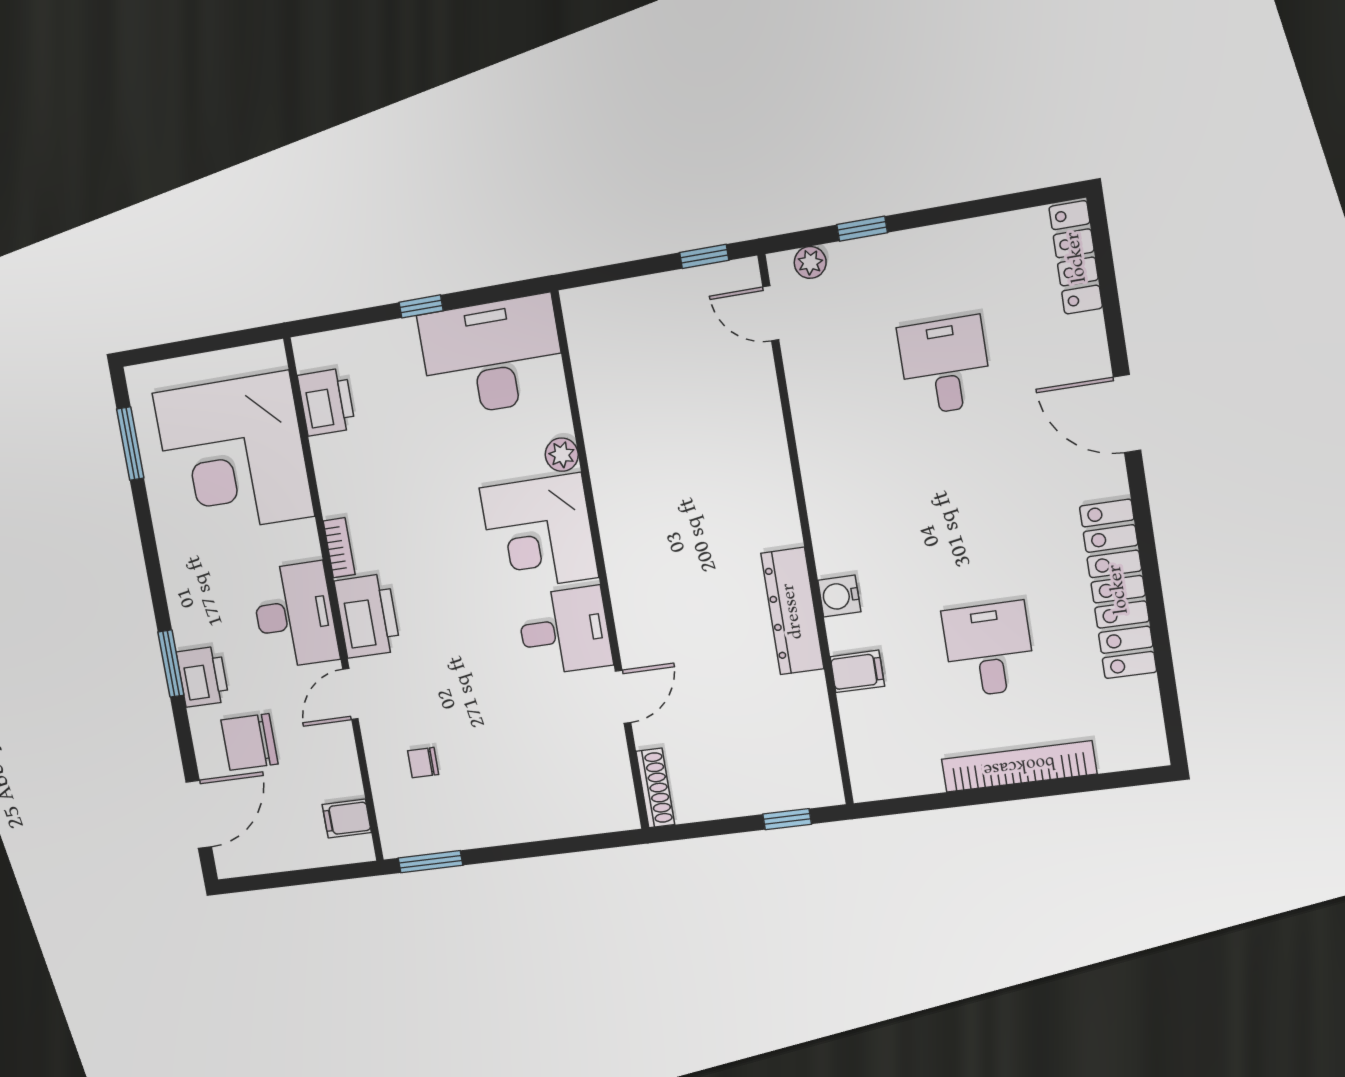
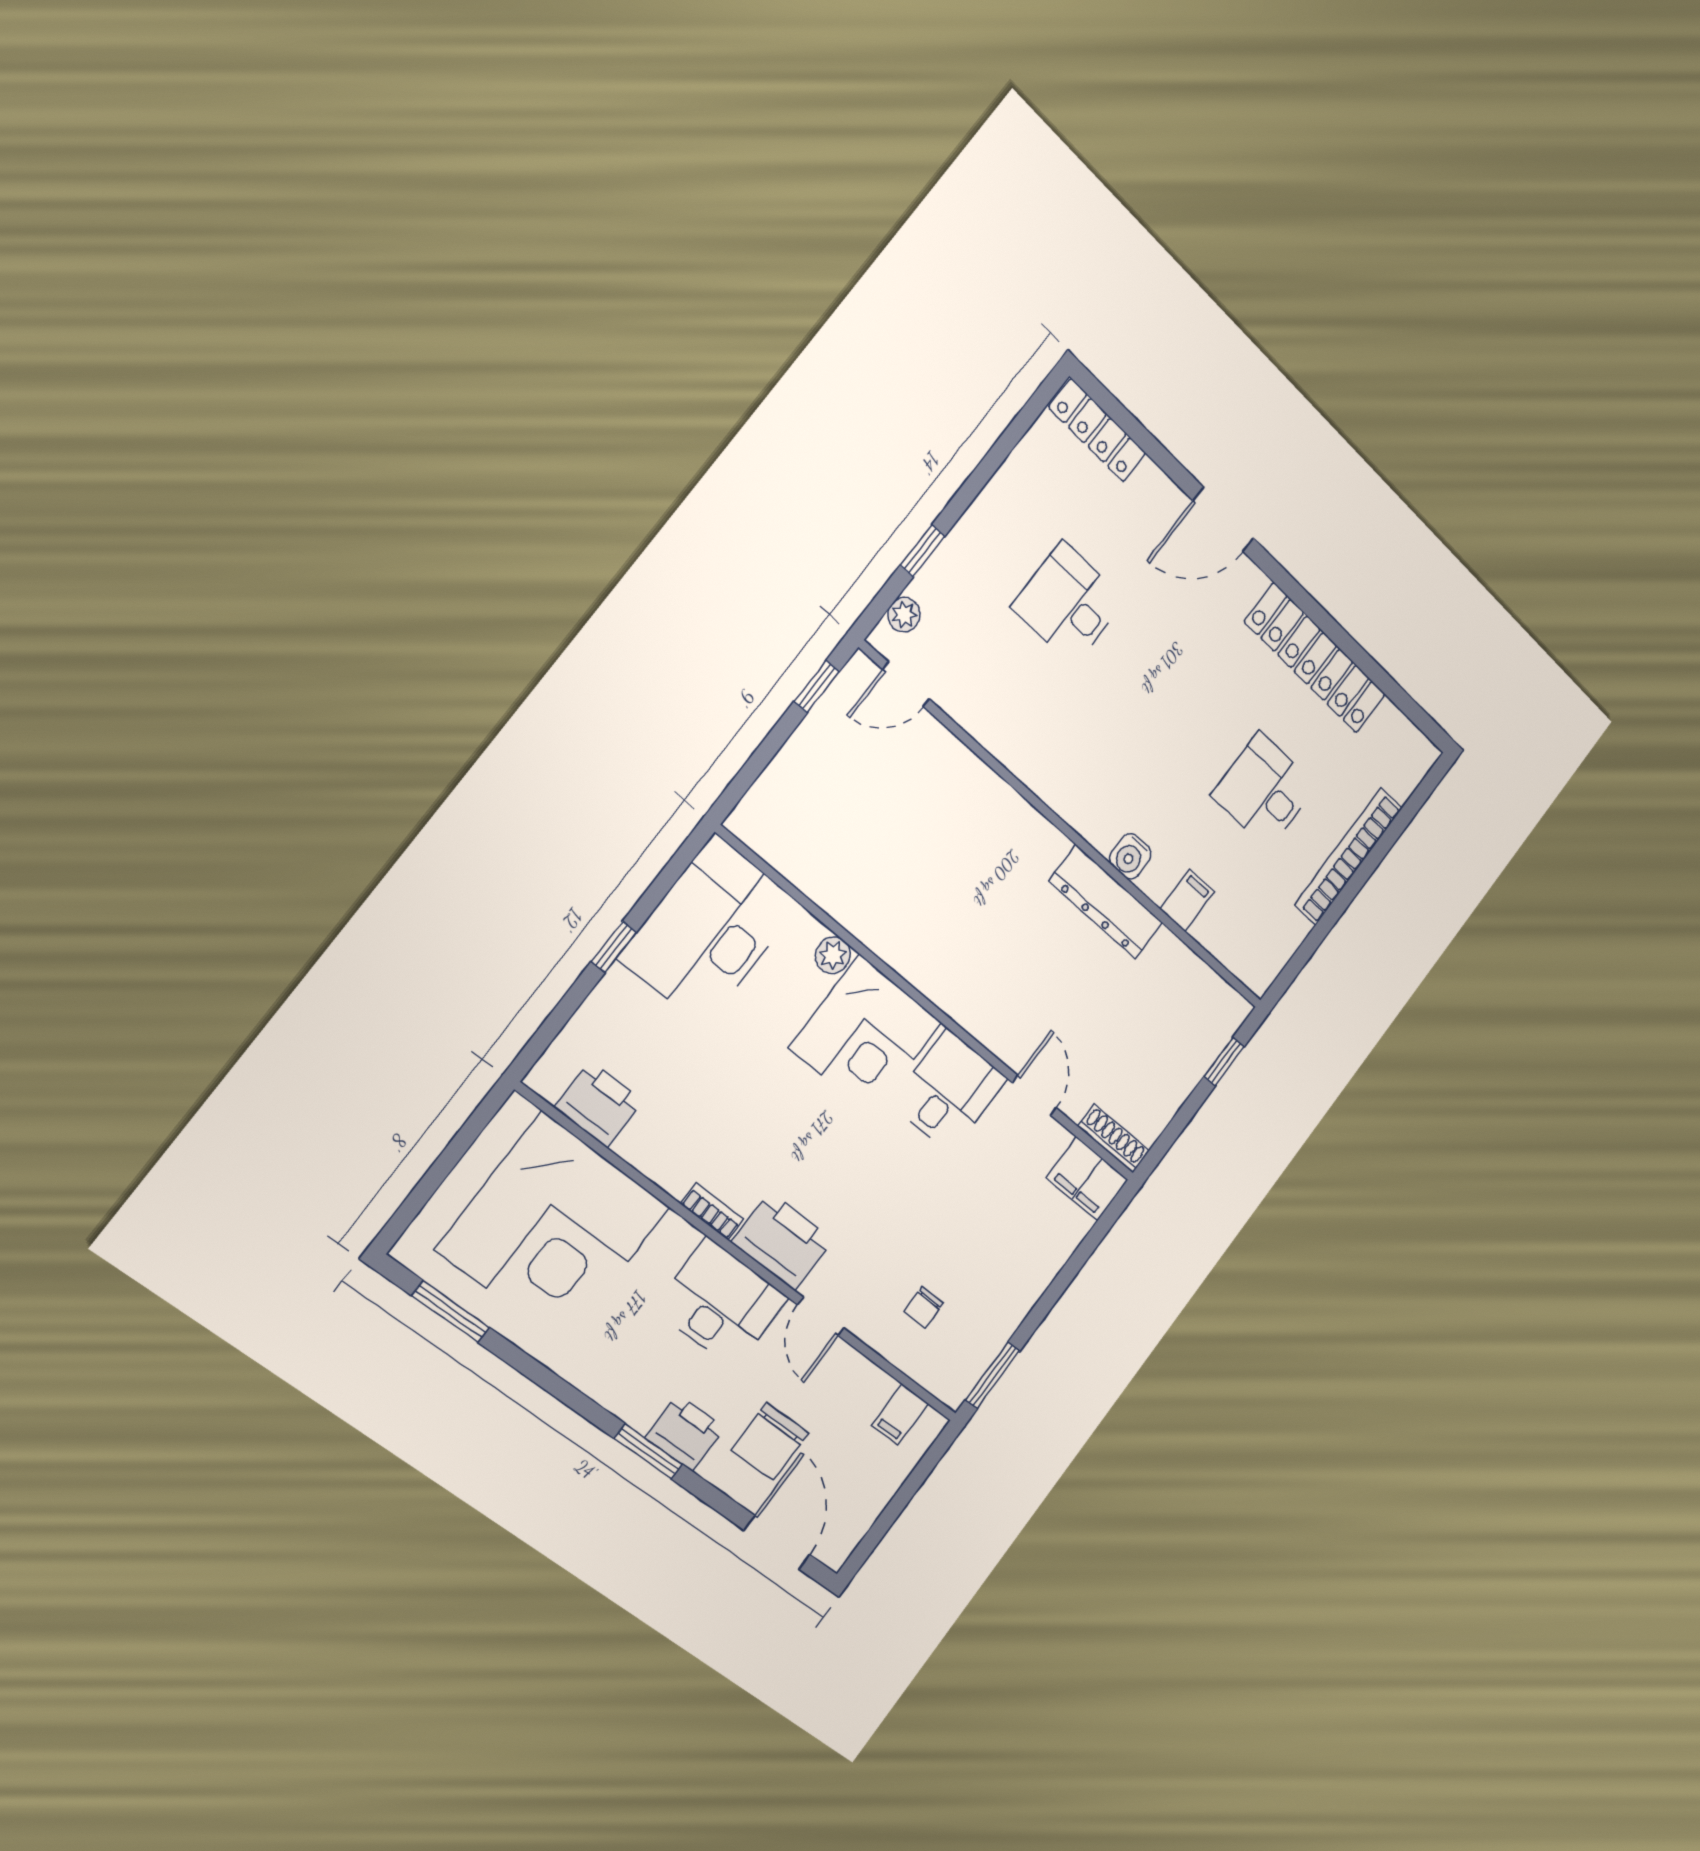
filing cabinet: (612, 796) -> (1087, 1179), added

